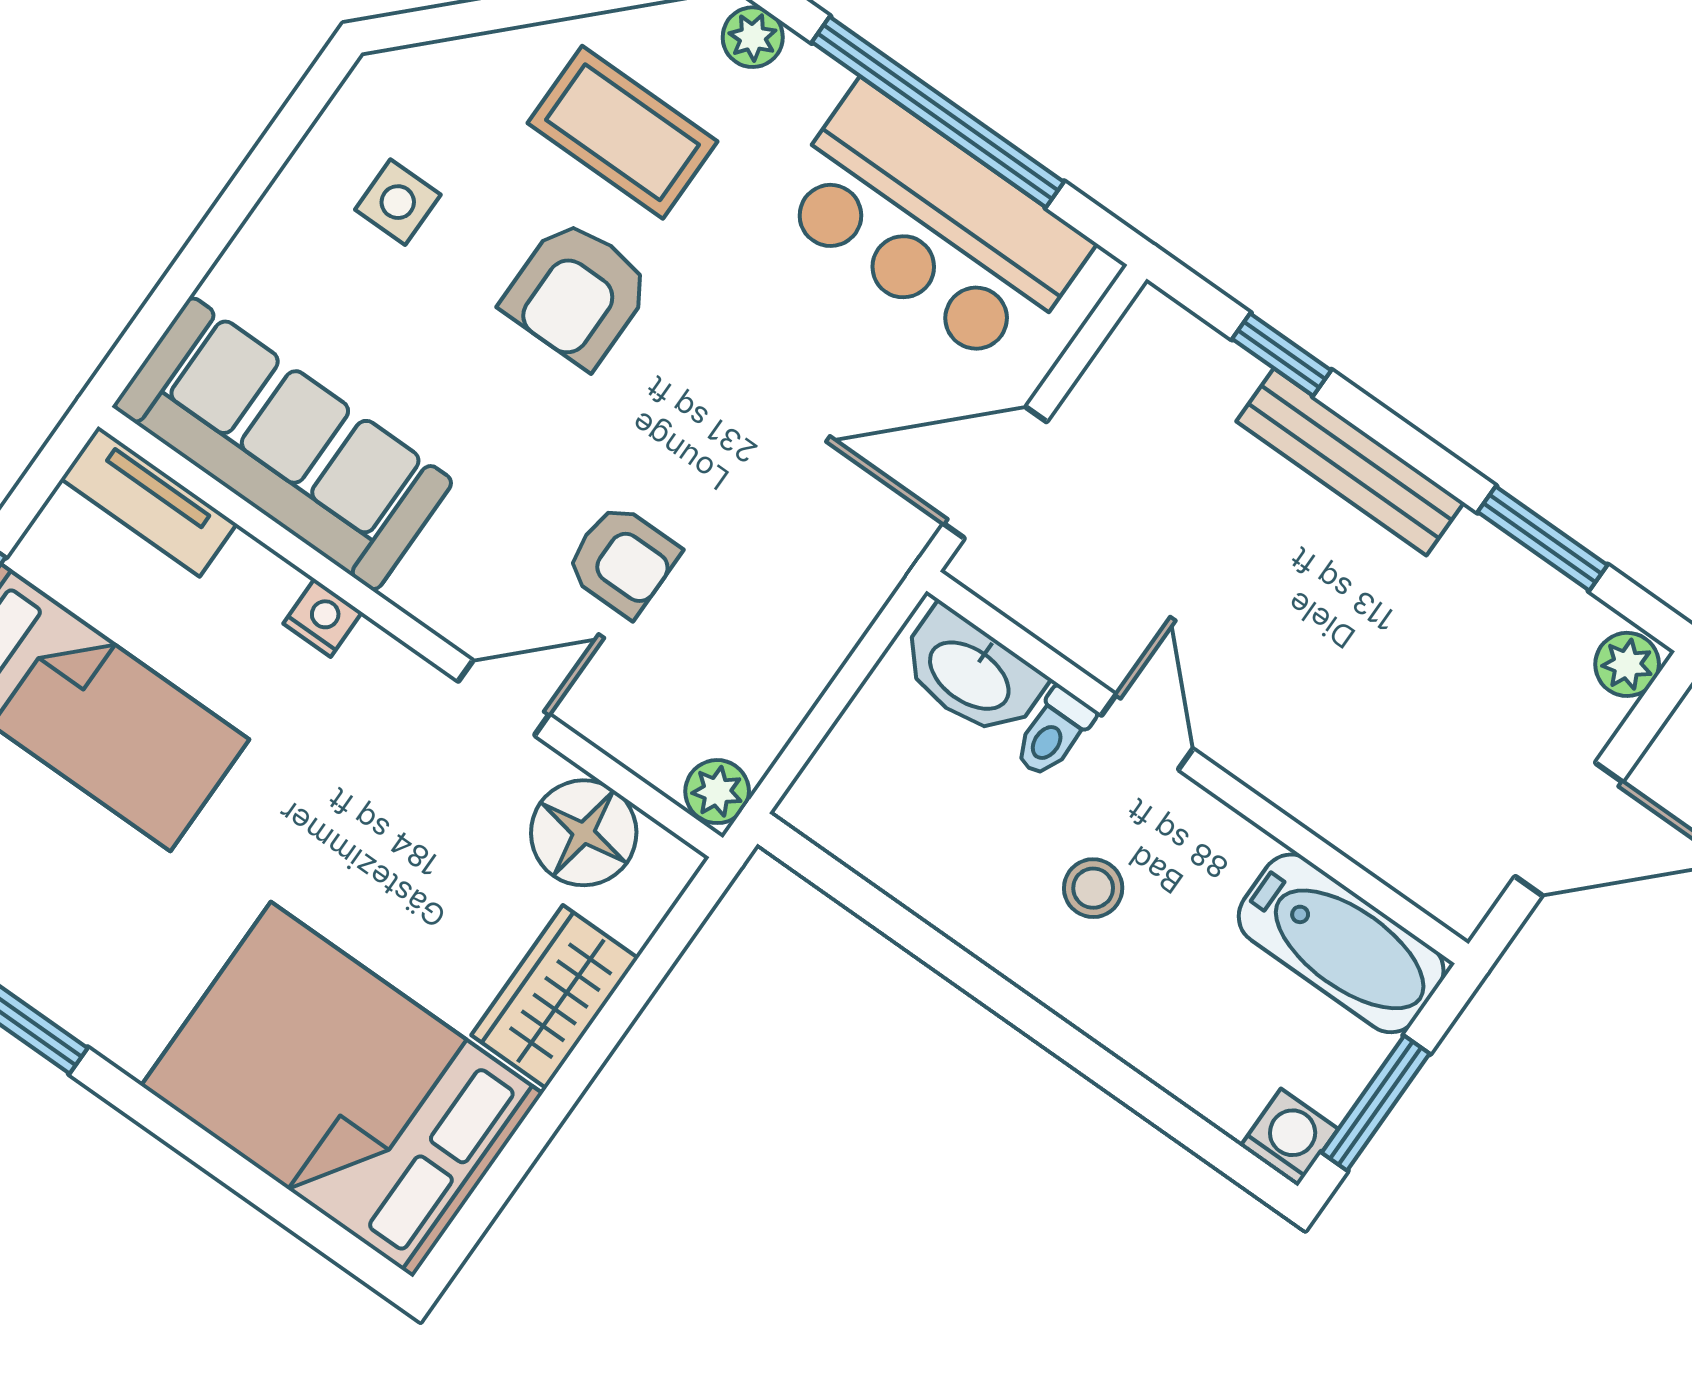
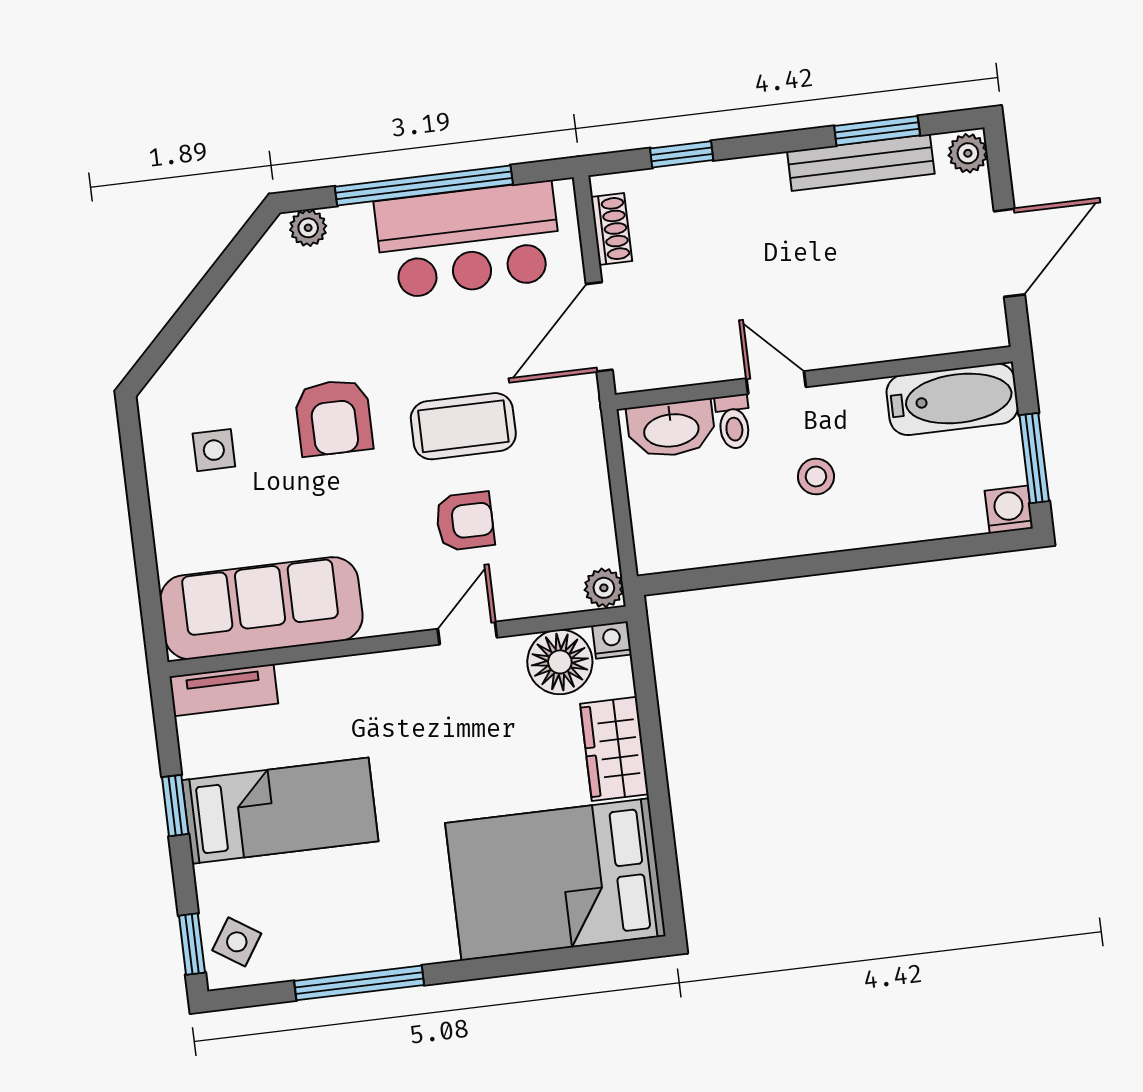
coffee table: (623, 132) -> (463, 426), moved
shoe rack: (1116, 368) -> (611, 229), added
bench: (1350, 462) -> (861, 163), moved
nightstand: (323, 618) -> (612, 640), moved

